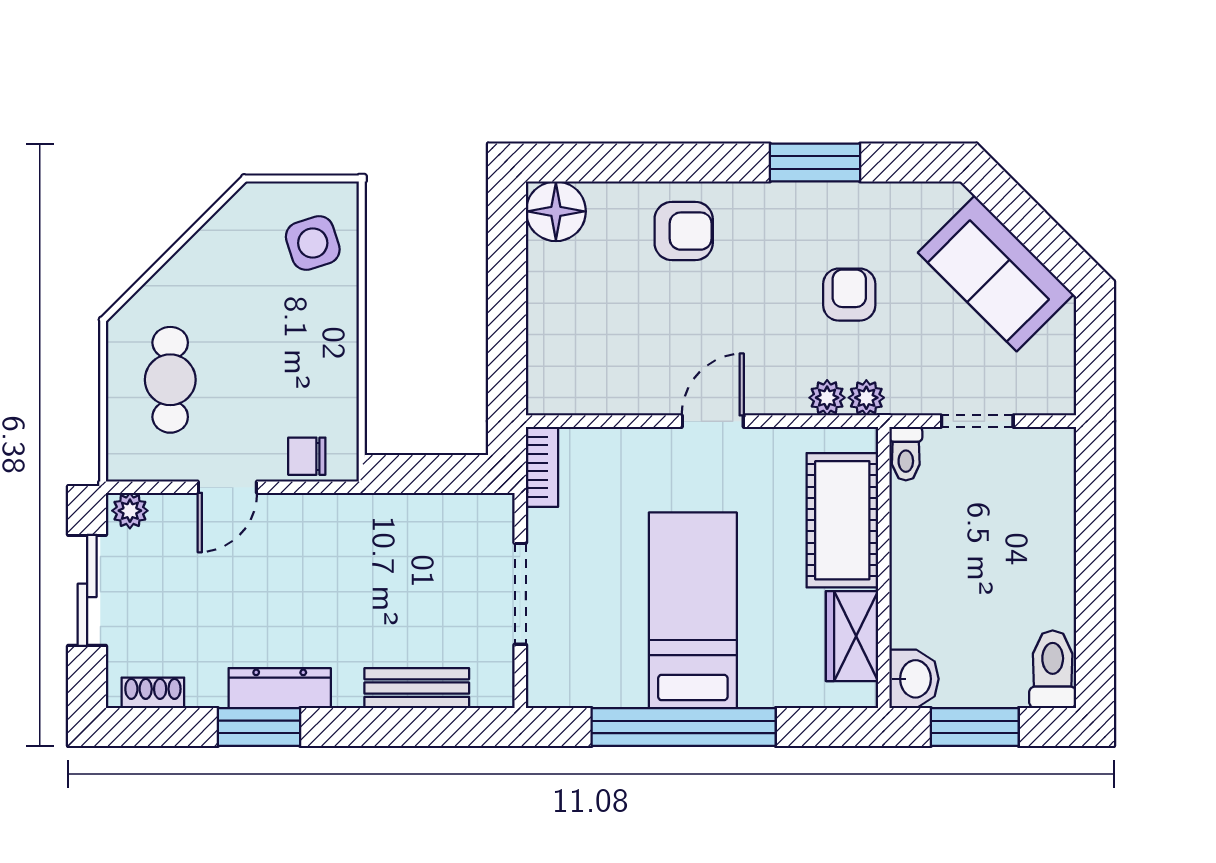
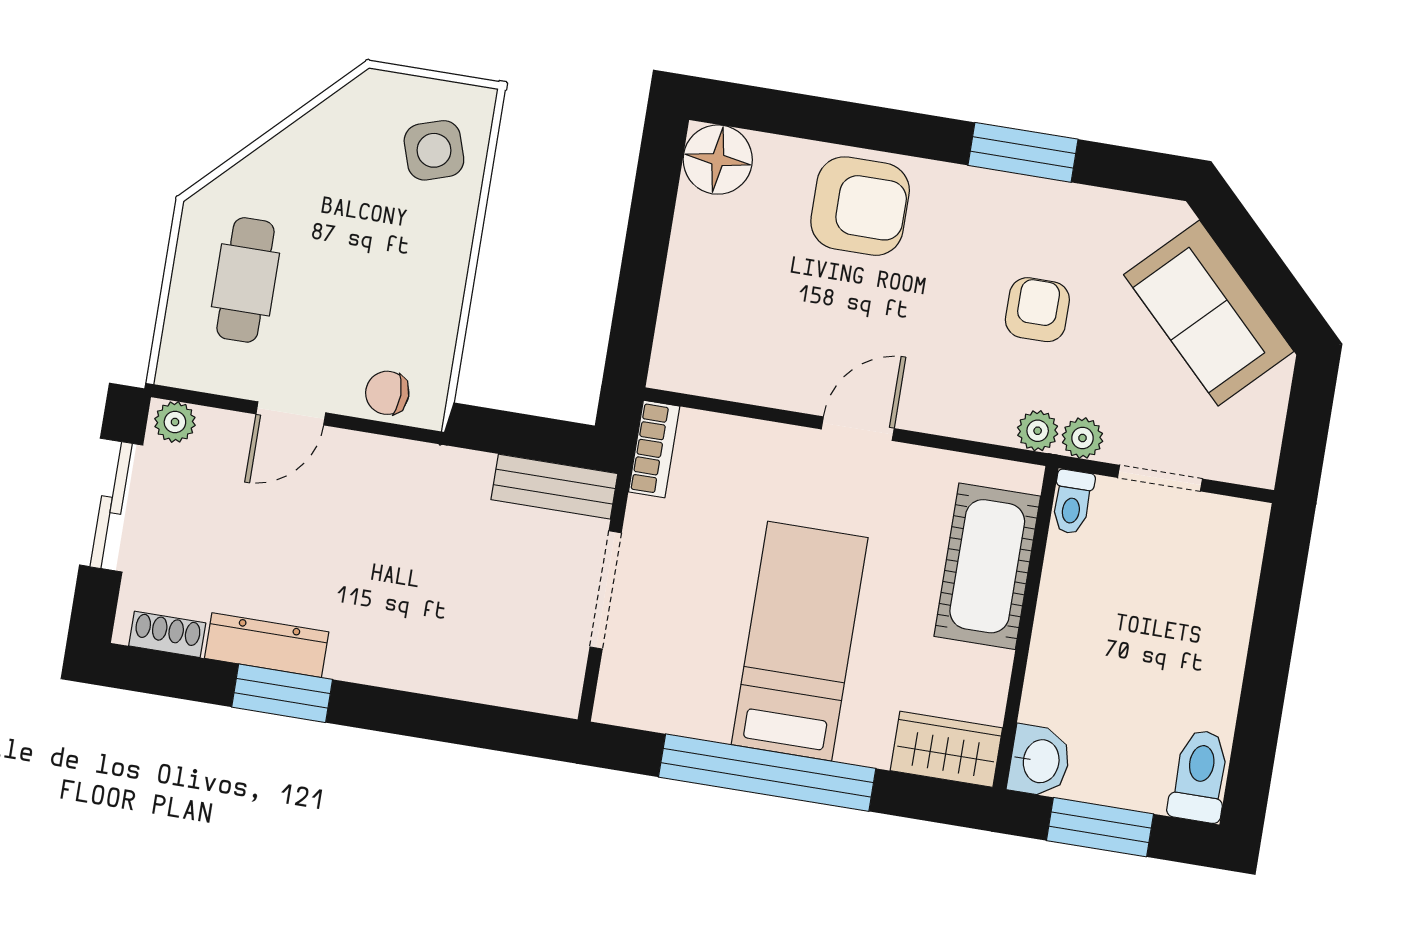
armchair: (684, 231) -> (860, 206), width x1.38, depth x1.38
plant: (827, 398) -> (1082, 438), moved
wardrobe: (852, 636) -> (946, 749), moved, turned 90
dresser: (280, 688) -> (267, 645), moved
bench: (417, 688) -> (554, 487), moved

